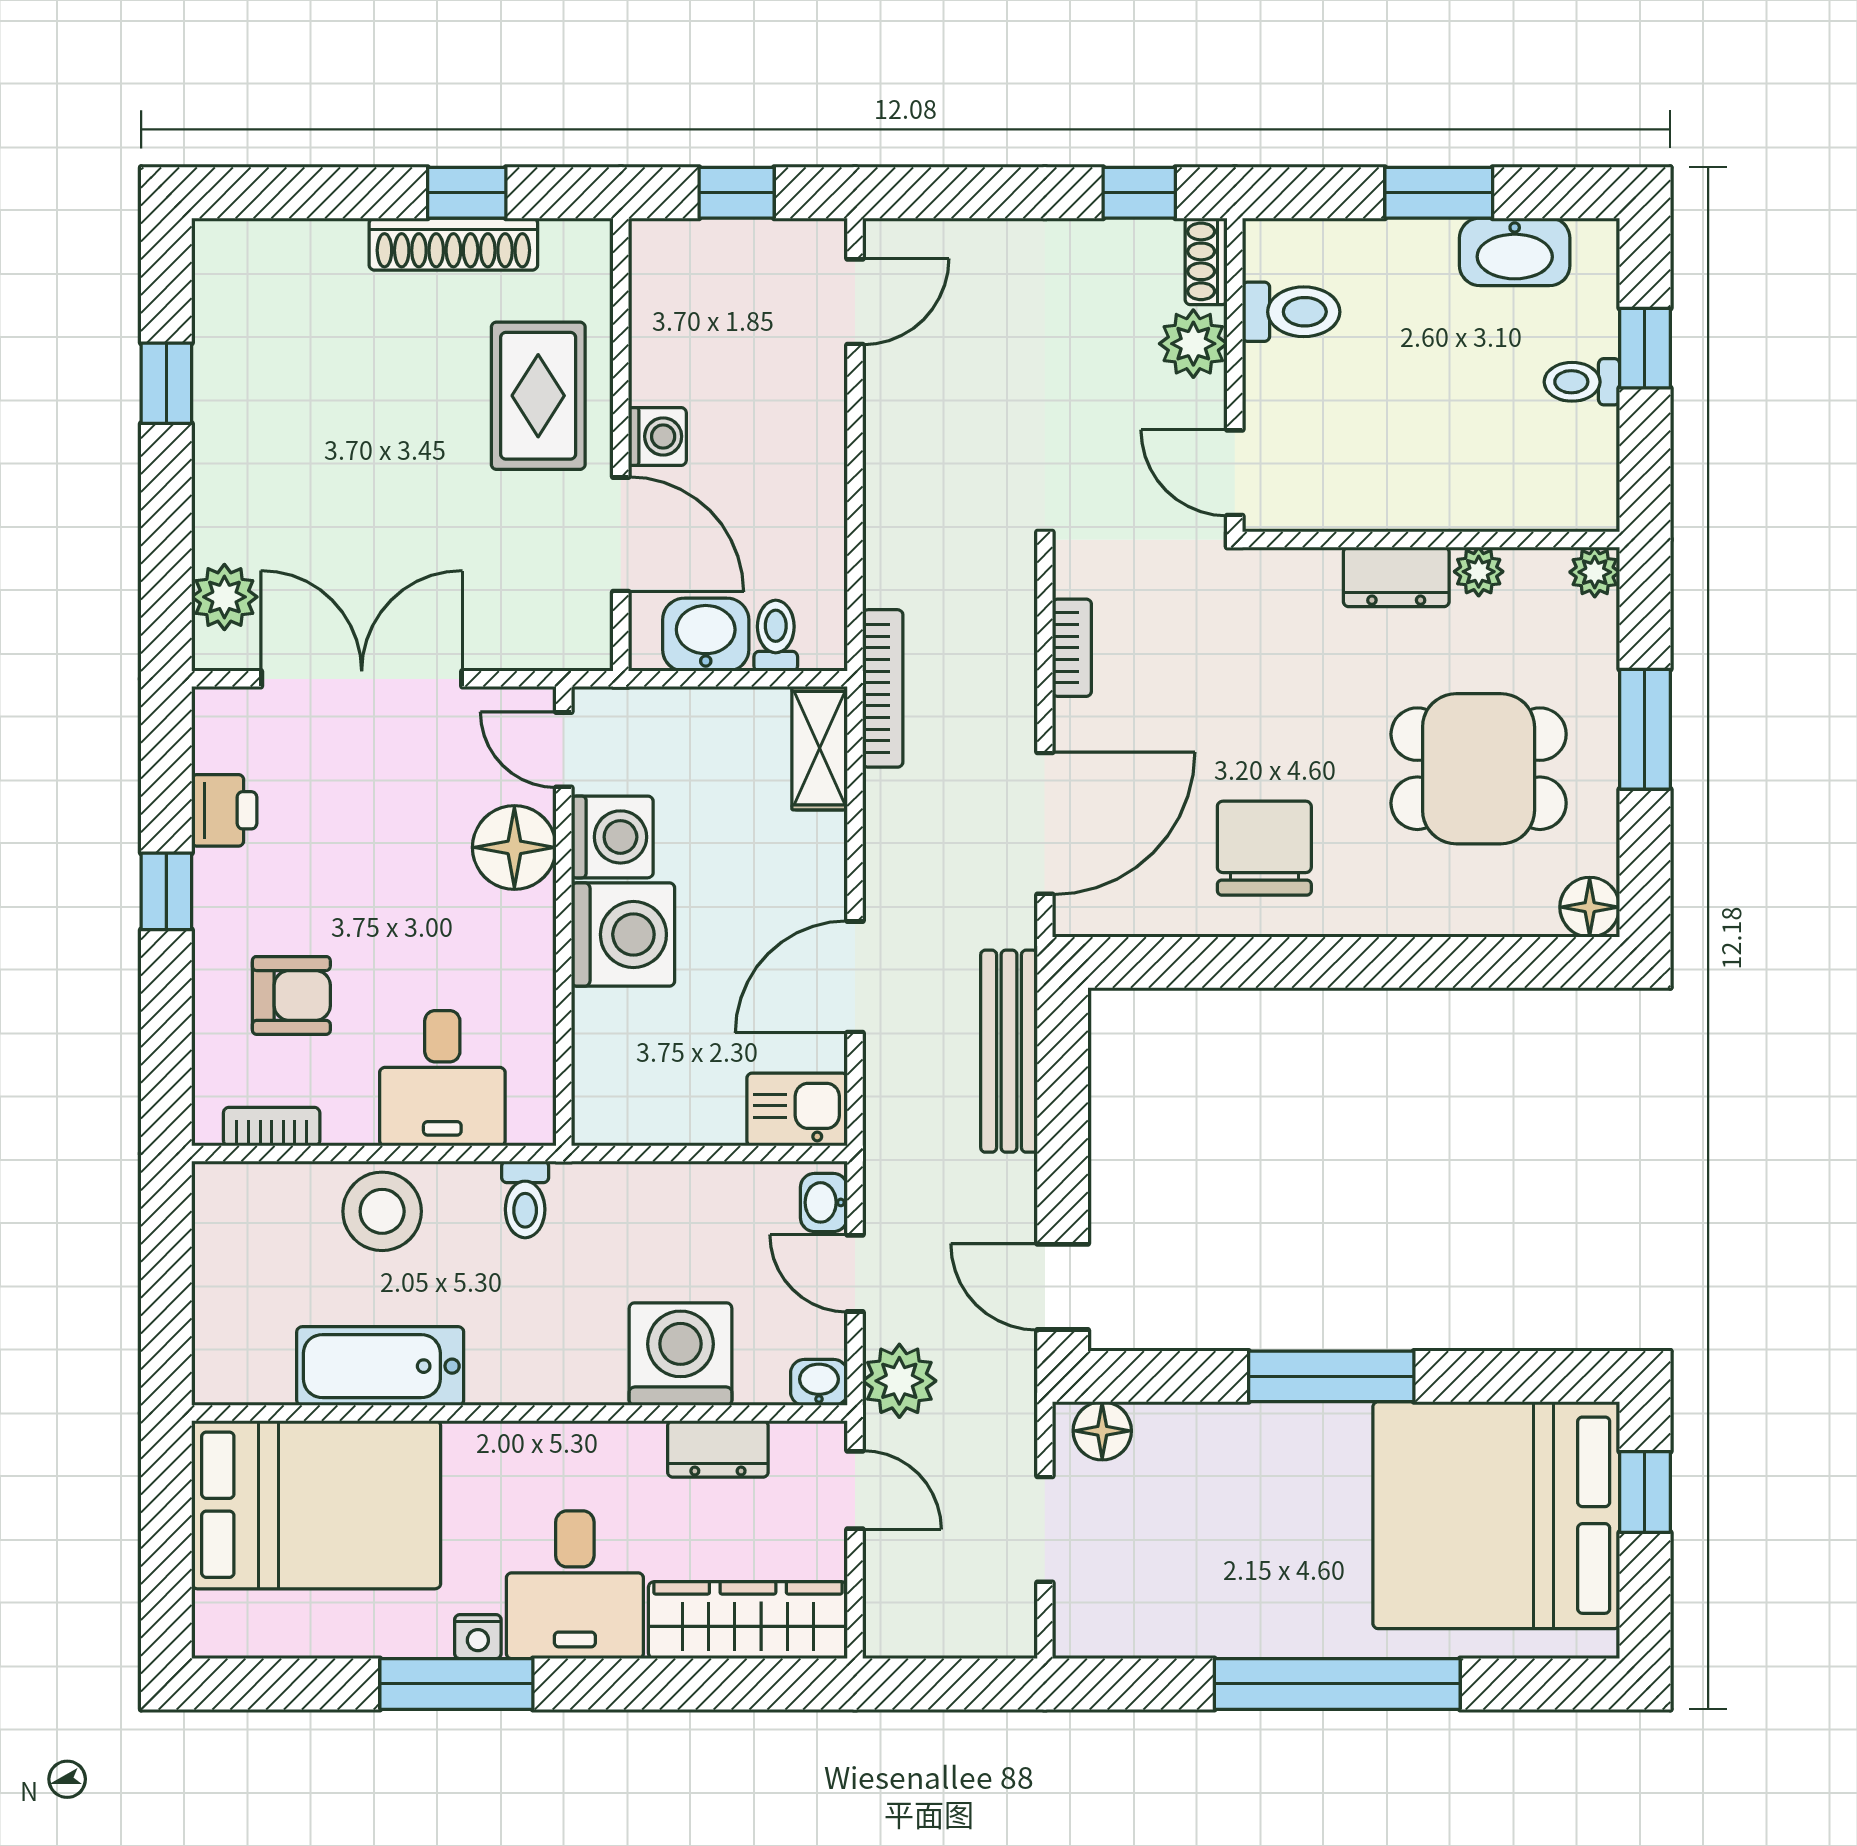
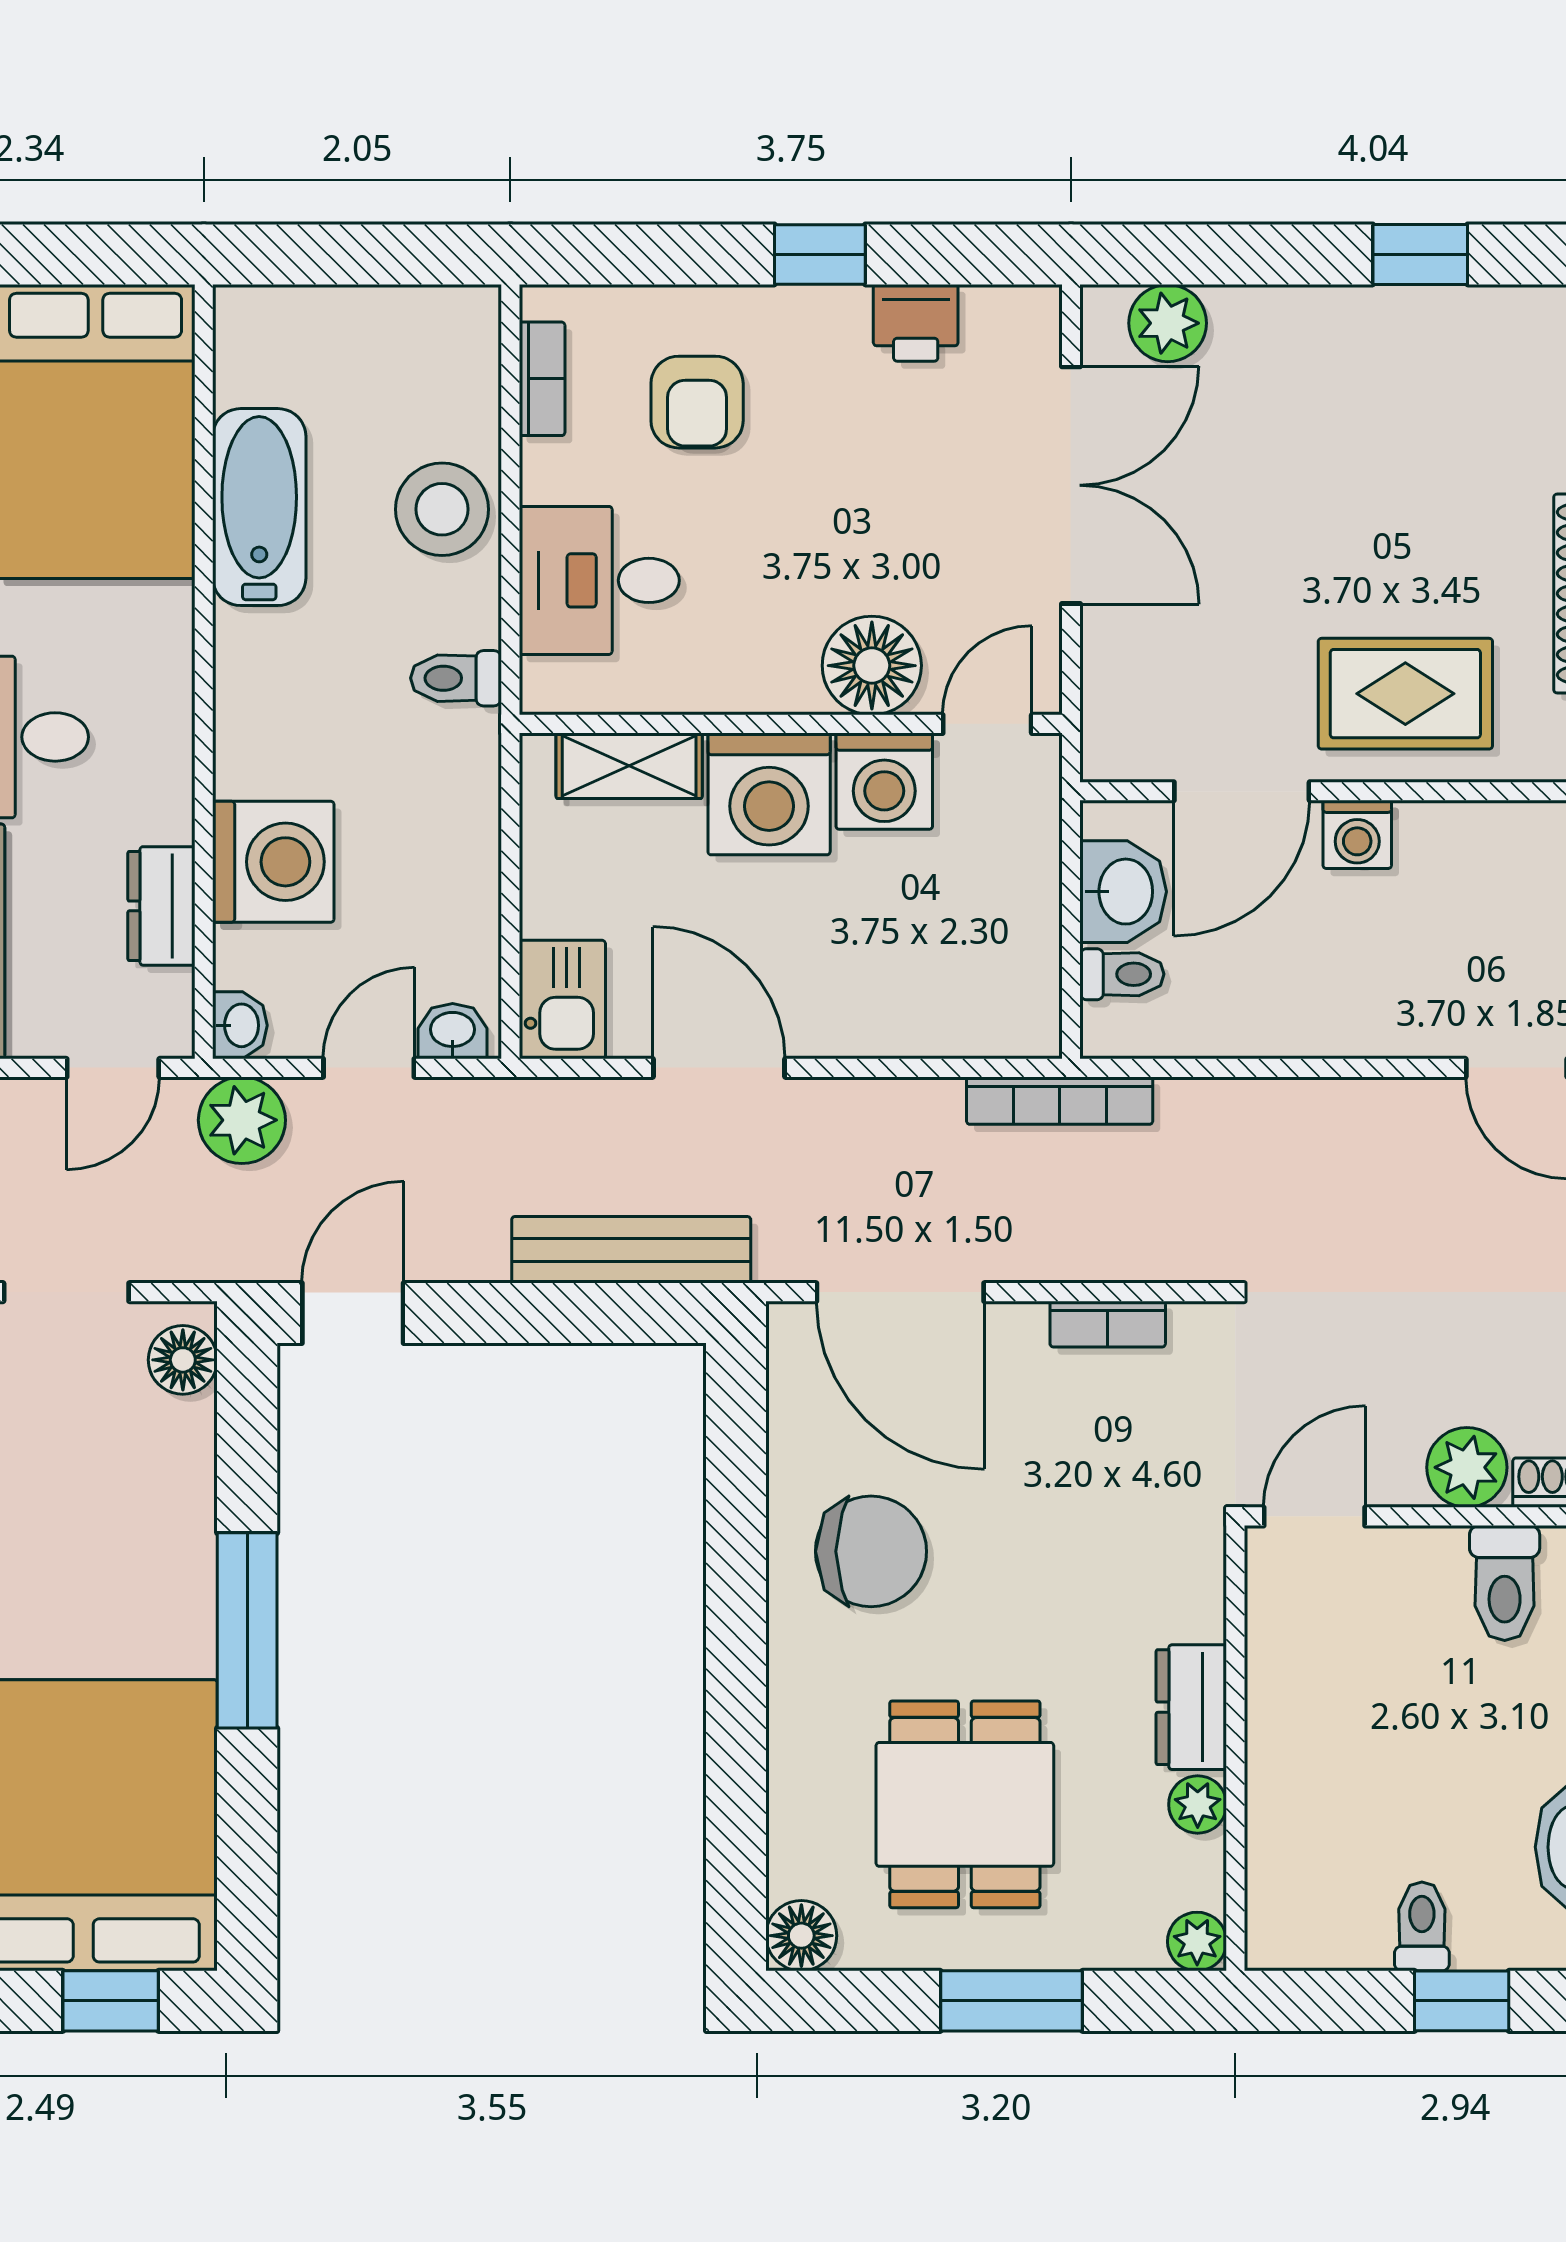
shelving: (820, 748) -> (629, 766), moved

